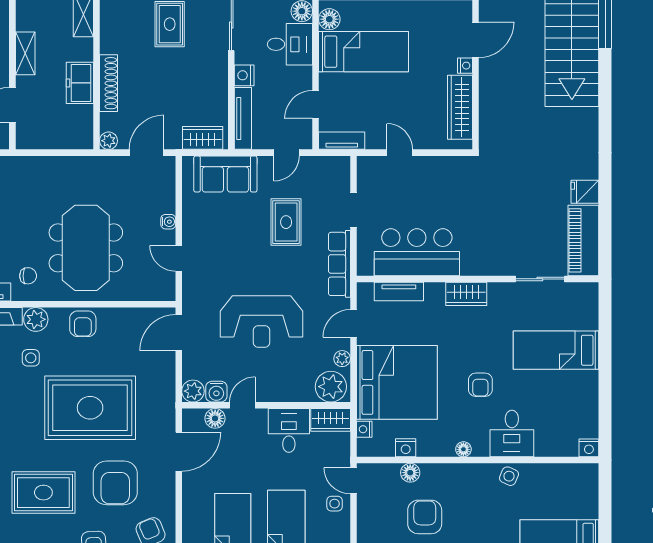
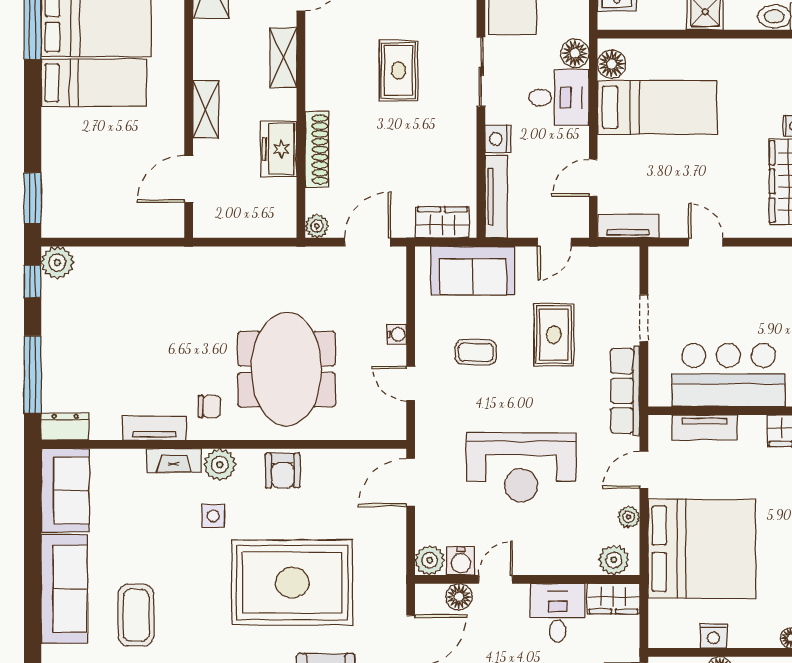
coffee table: (228, 235) -> (476, 352), added
plant: (331, 387) -> (614, 560), width x0.73, depth x0.73
nightstand: (364, 429) -> (658, 611), removed

